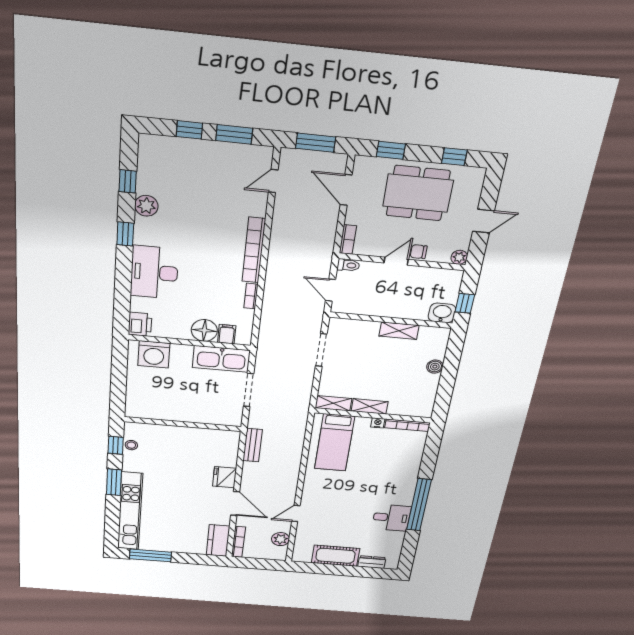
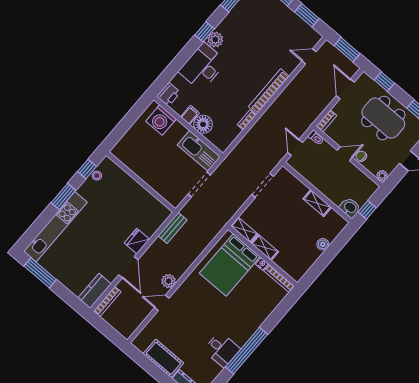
plant: (146, 206) -> (215, 40), moved
filing cabinet: (227, 334) -> (190, 115), moved
bed: (335, 443) -> (230, 265), width x1.50
plant: (280, 539) -> (169, 281), moved

